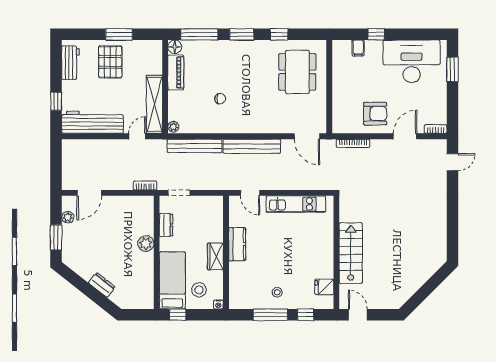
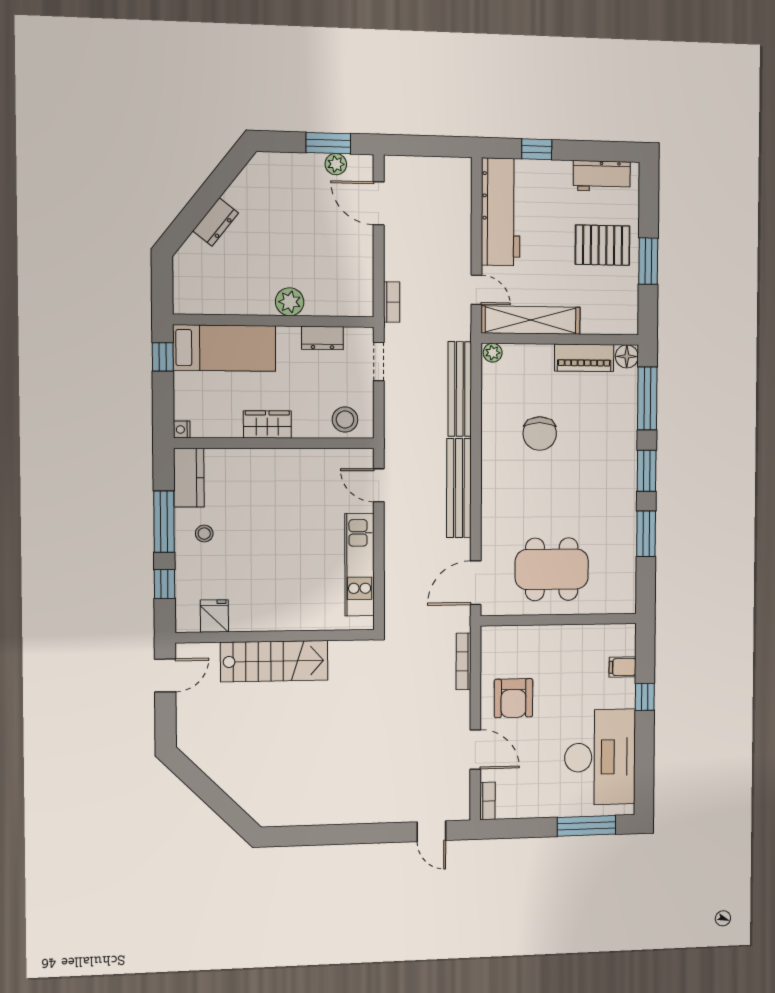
window: (279, 34) -> (646, 534), width x1.50
window: (453, 69) -> (586, 826), width x1.44
dining table: (297, 72) -> (552, 569), moved
chair: (220, 99) -> (540, 434), width x1.87, depth x1.87
door: (250, 193) -> (379, 485), hinge flipped
window: (56, 237) -> (328, 143), moved
kitchen counter: (237, 244) -> (189, 478), moved, turned -90
stool: (199, 290) -> (345, 420), moved

